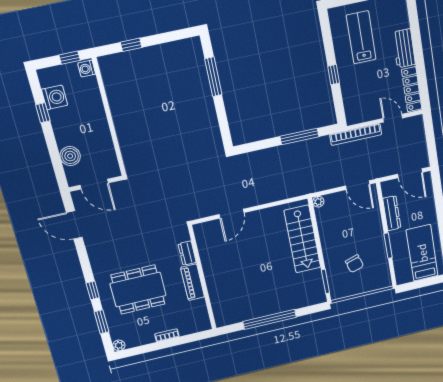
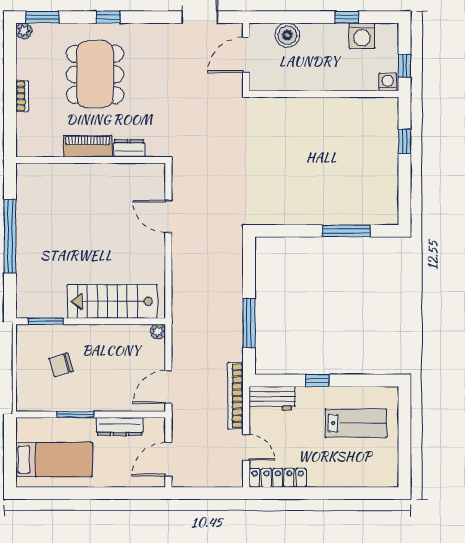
workbench: (404, 48) -> (272, 398), moved, turned 180
door: (393, 118) -> (246, 447), hinge flipped
window: (102, 322) -> (42, 17), moved

